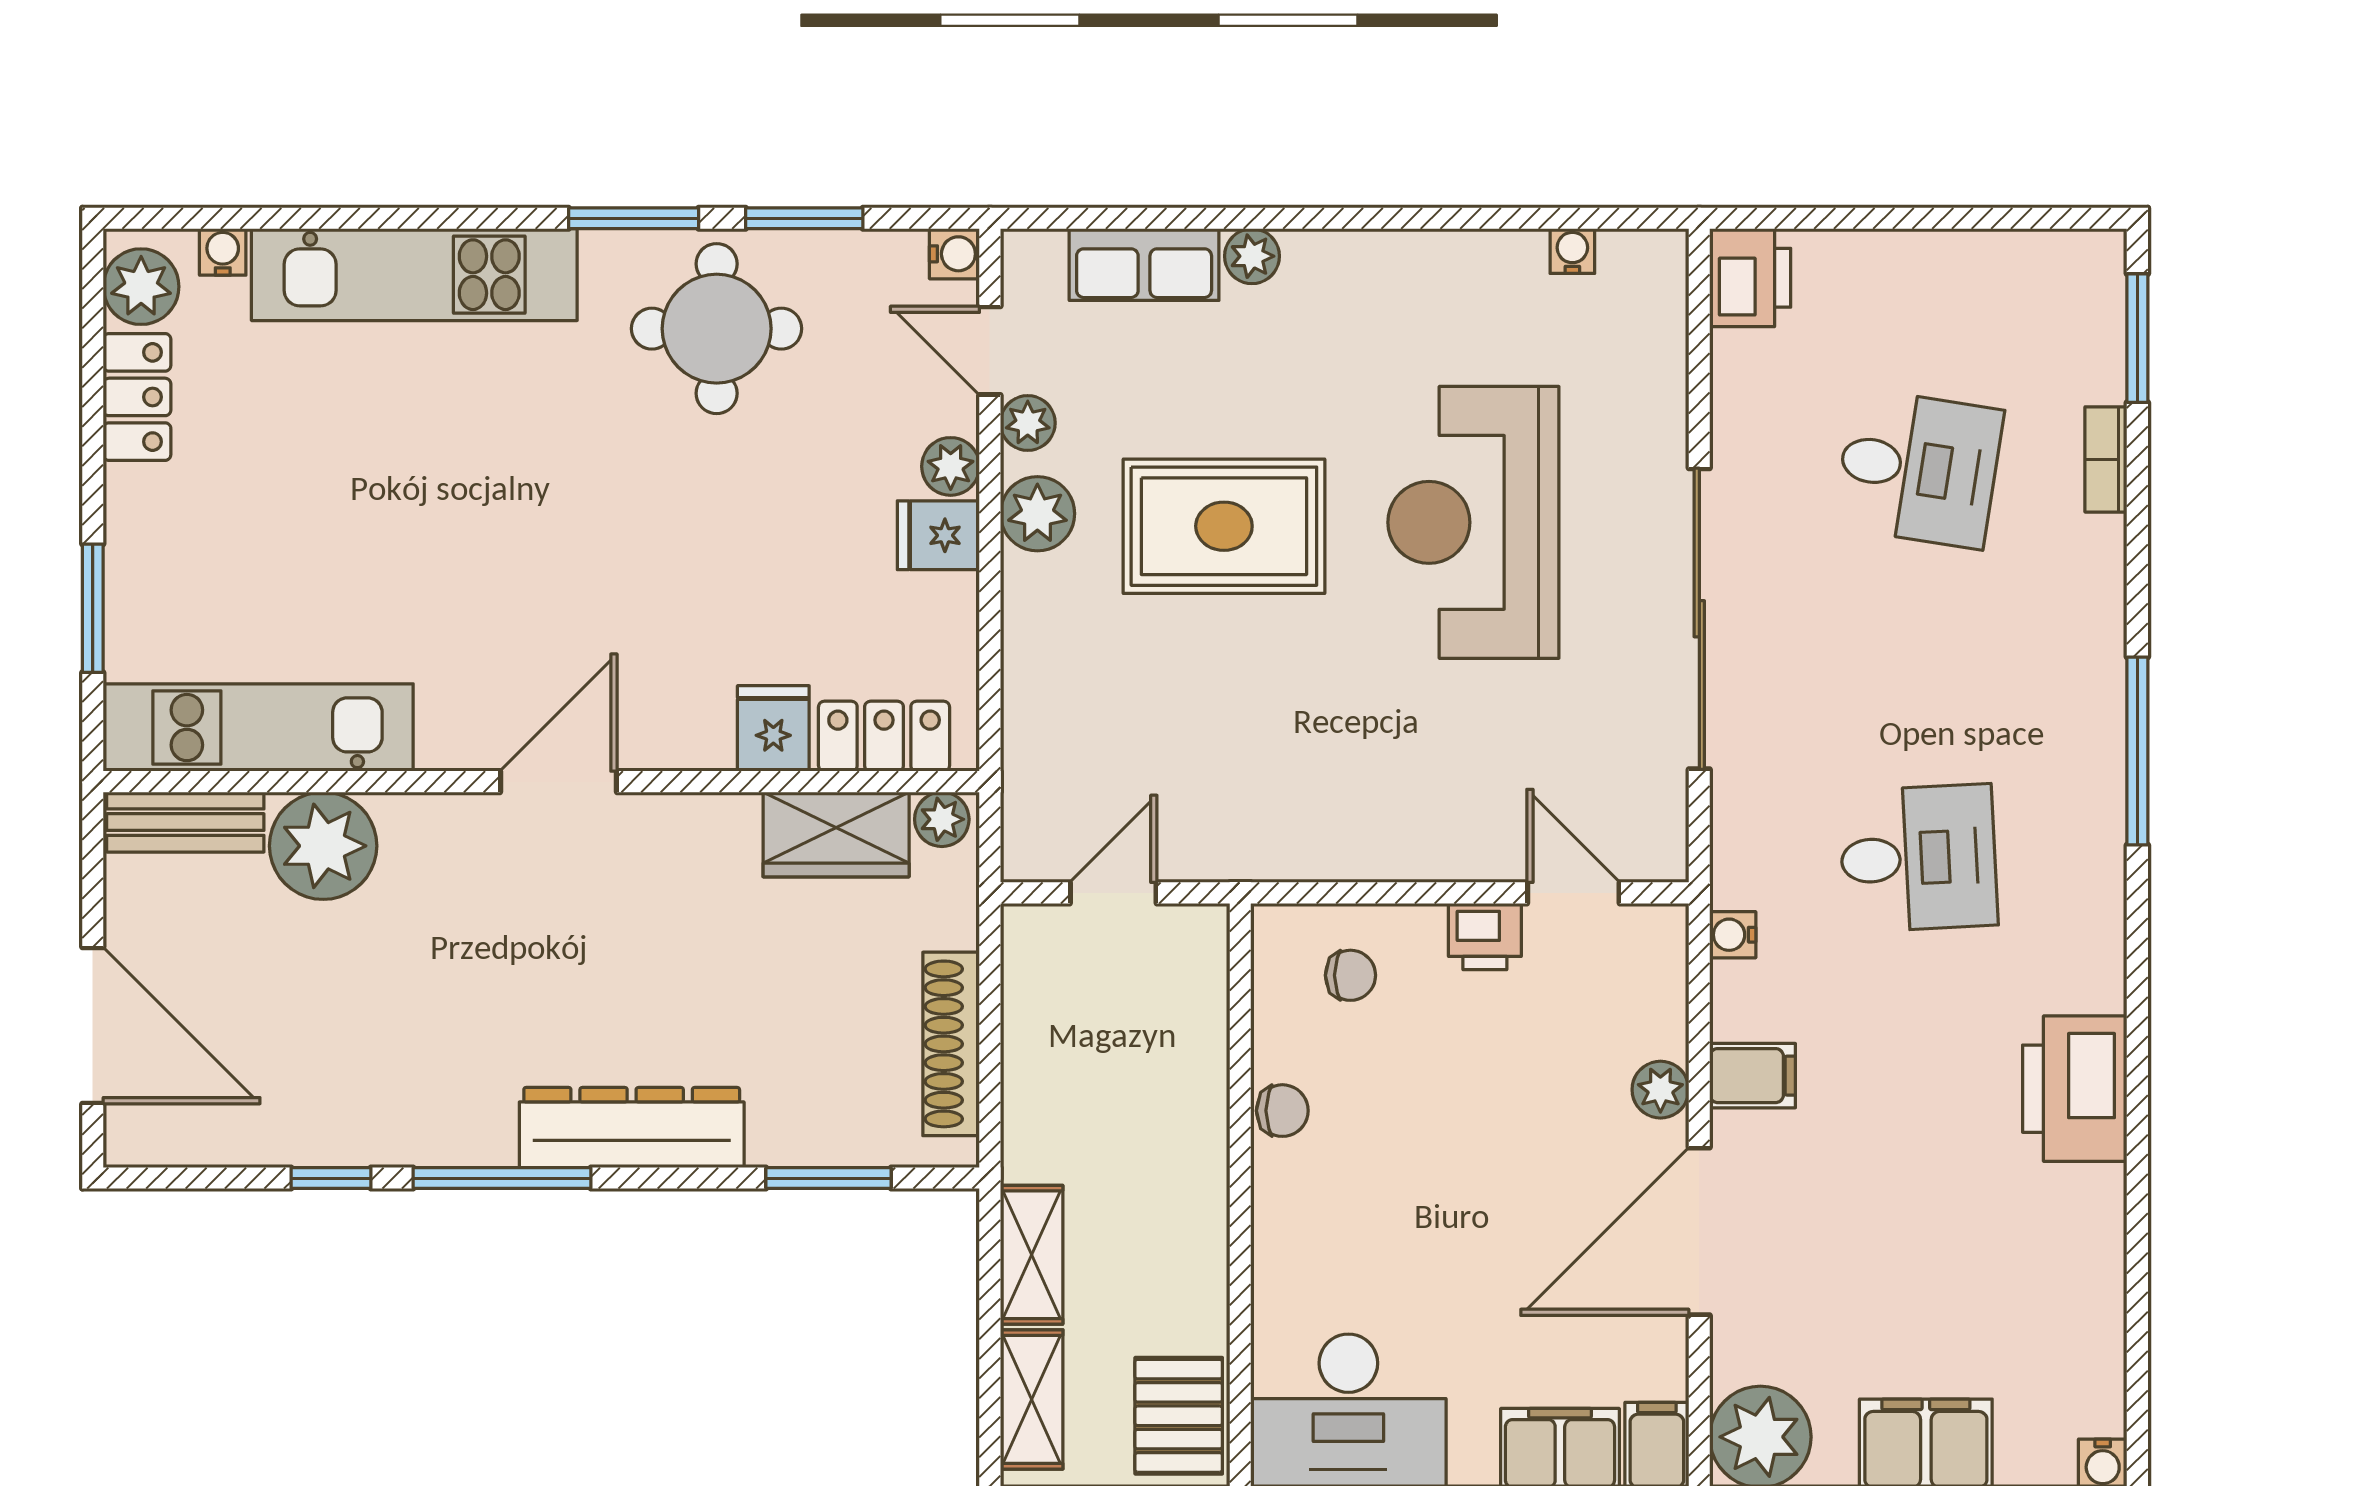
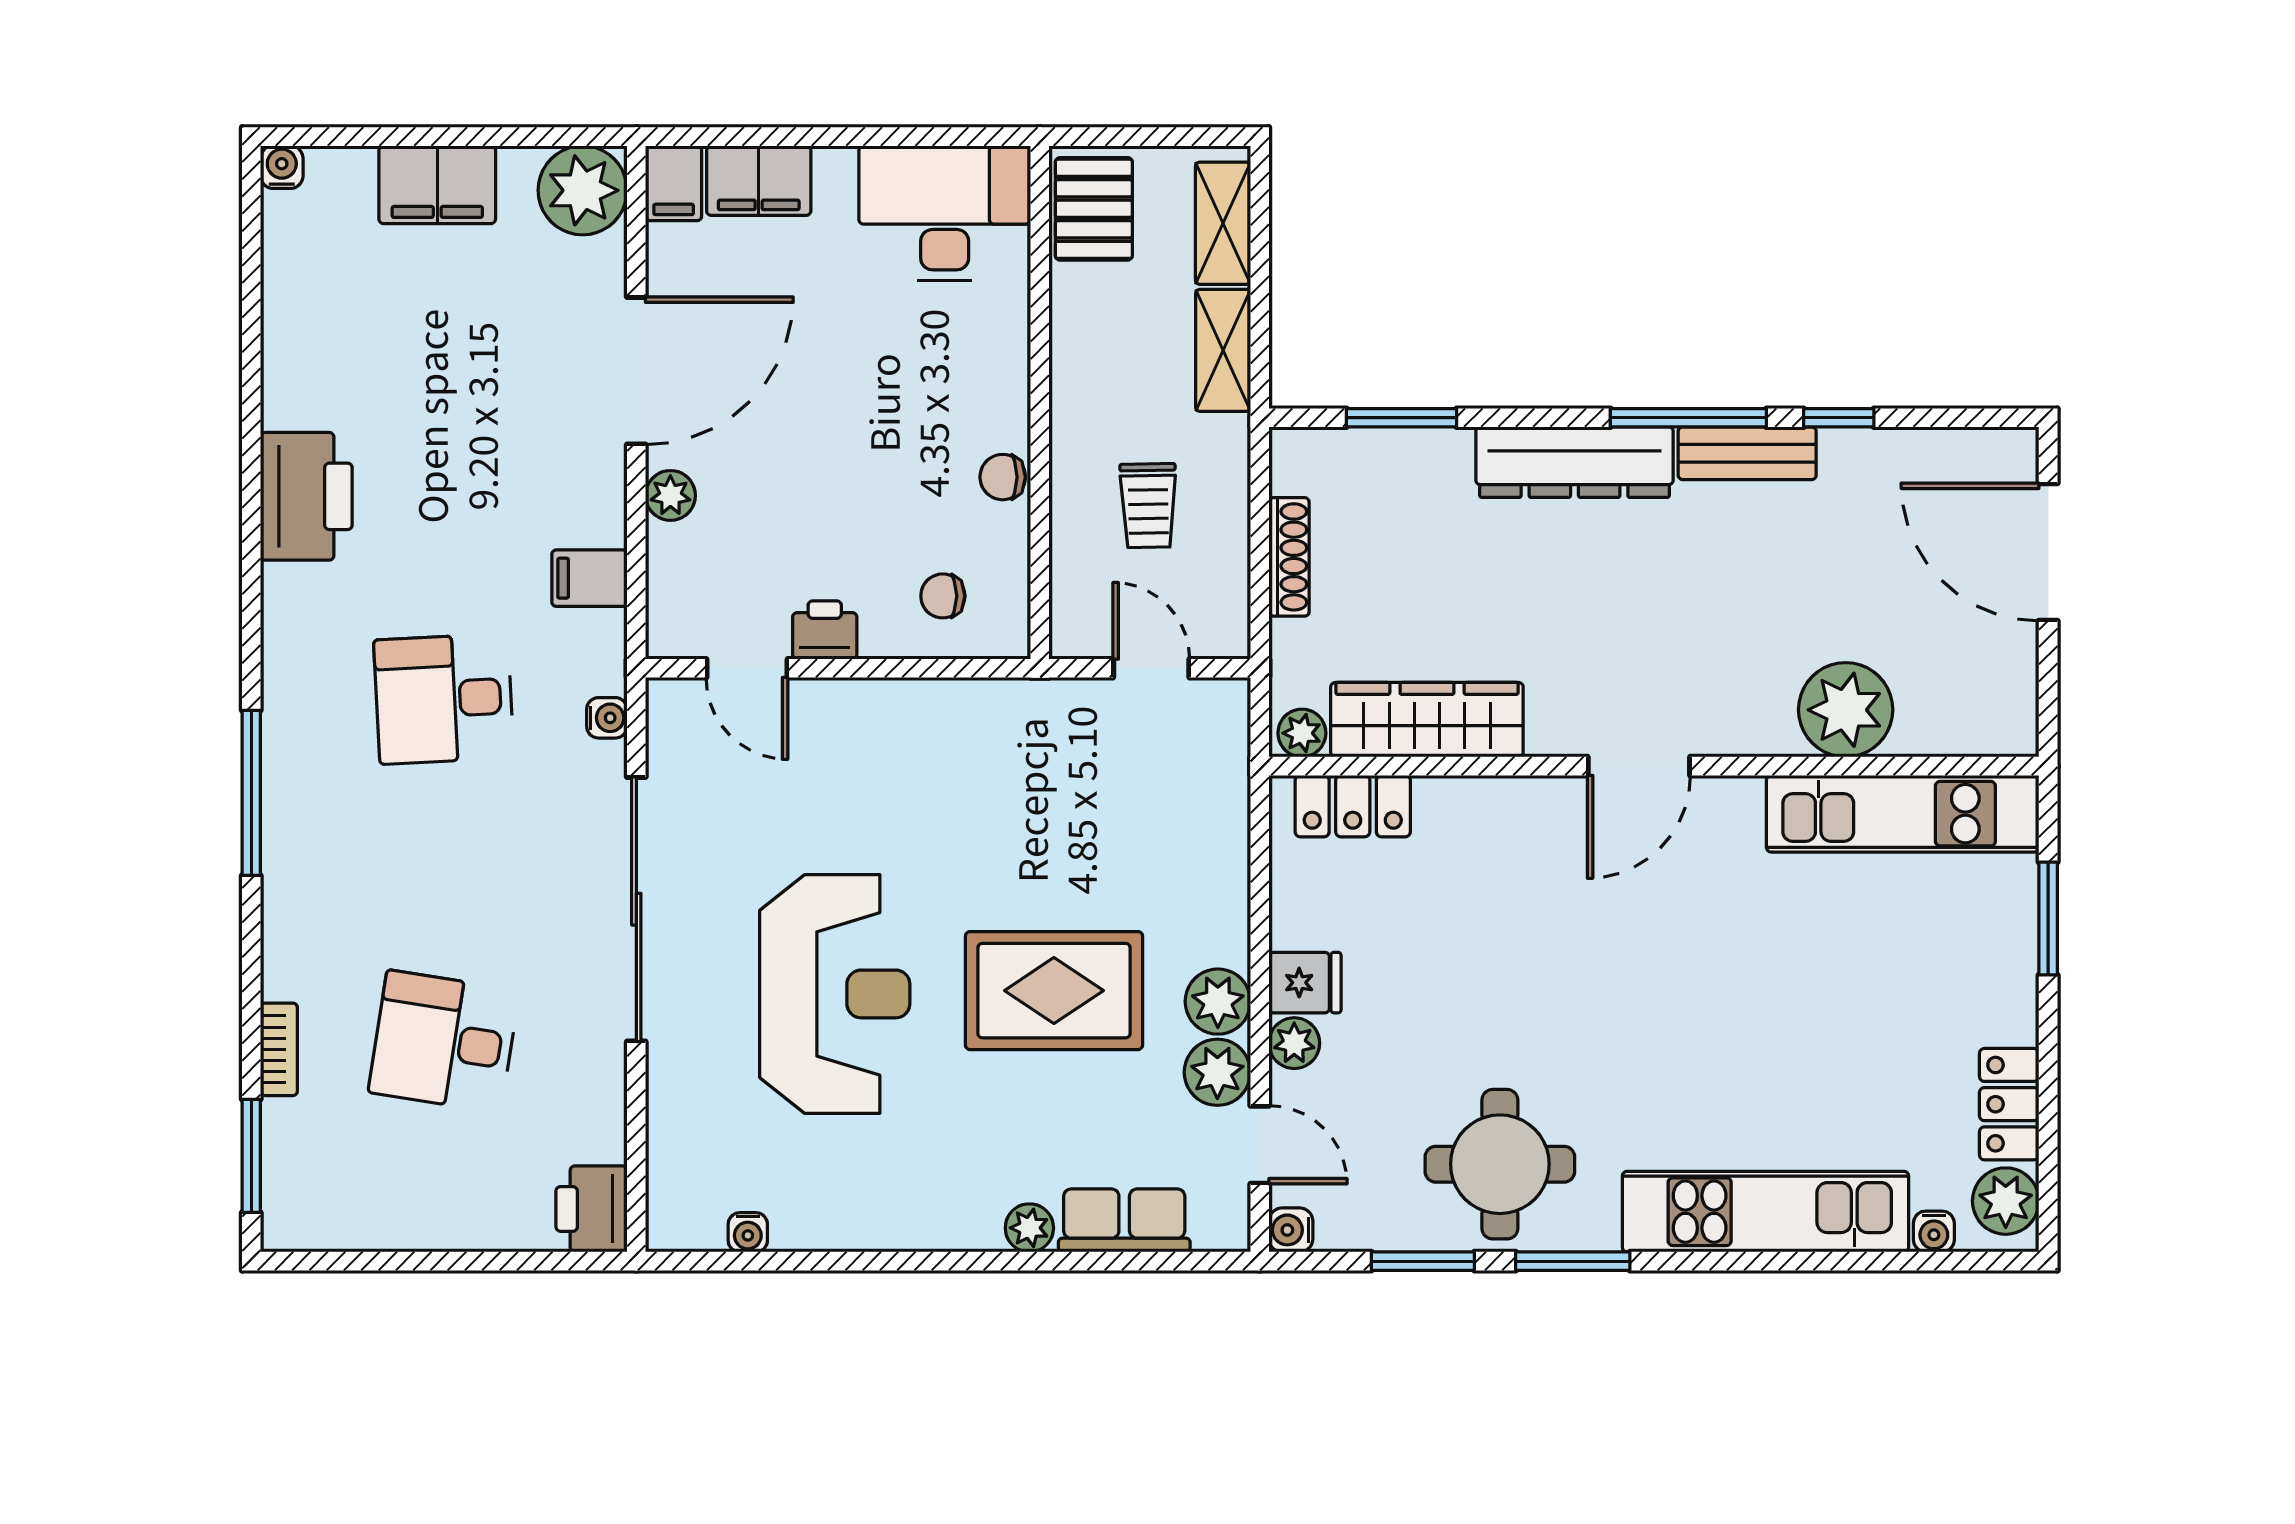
plant: (1028, 423) -> (1217, 1072), width x1.38, depth x1.38
fridge: (773, 728) -> (1450, 813), removed
bench: (185, 822) -> (1747, 453), moved
wardrobe: (836, 834) -> (1427, 720), width x1.50
door: (1113, 893) -> (1151, 668), swing flipped
water cooler: (1733, 935) -> (607, 718), moved
shoe rack: (951, 1044) -> (1289, 557), width x0.74, depth x0.81
filing cabinet: (1753, 1076) -> (589, 578), moved
trolley: (1117, 1078) -> (1148, 506), added

